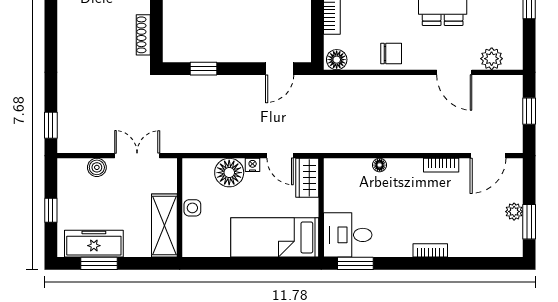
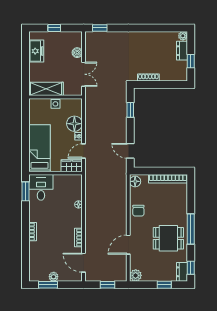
plant: (492, 59) -> (136, 275), moved
freezer: (94, 244) -> (36, 51), width x0.71
window: (99, 263) -> (26, 54), removed

